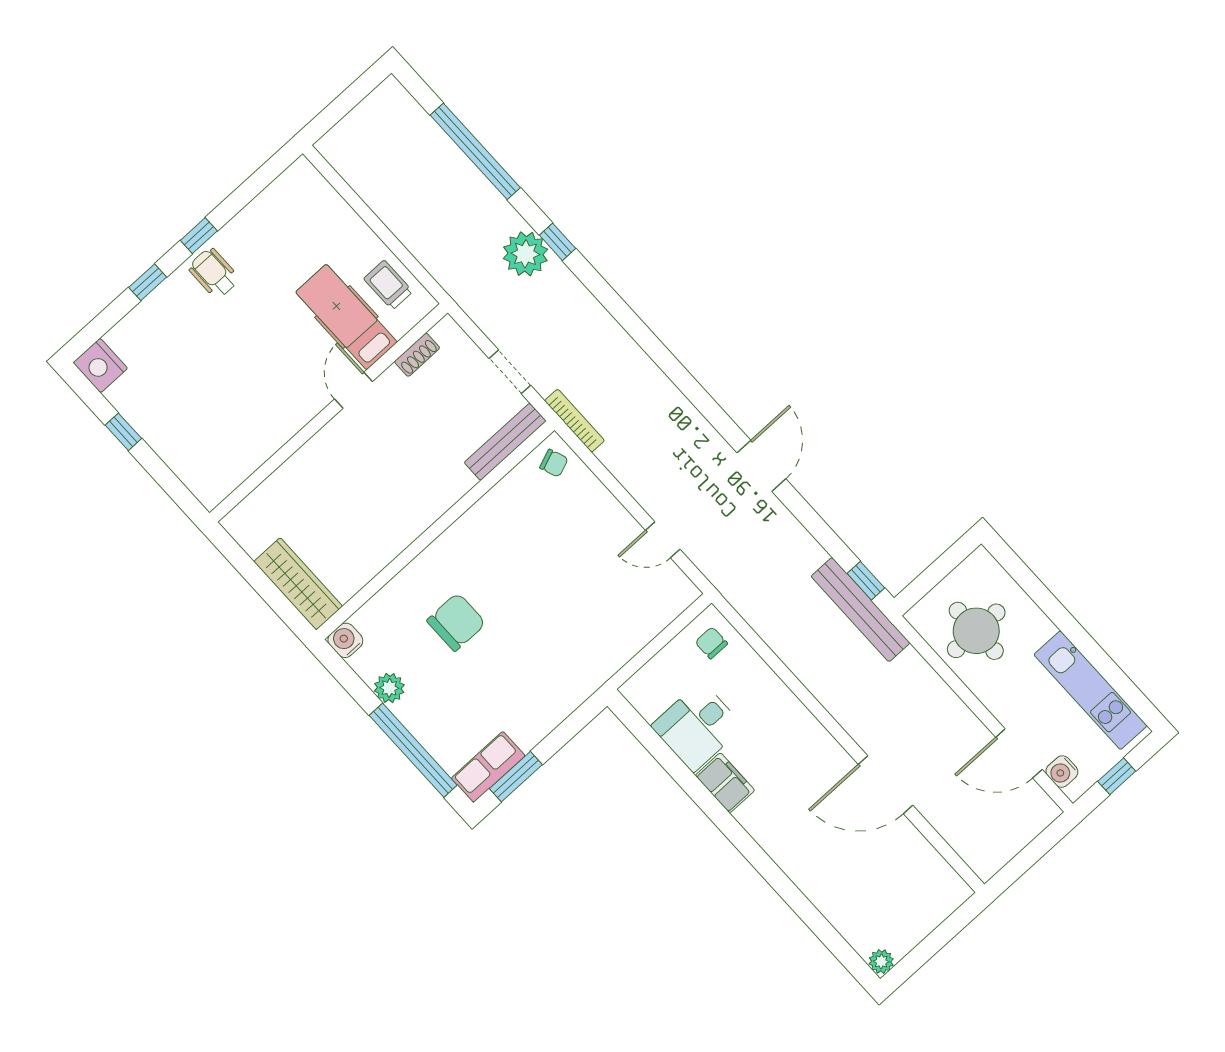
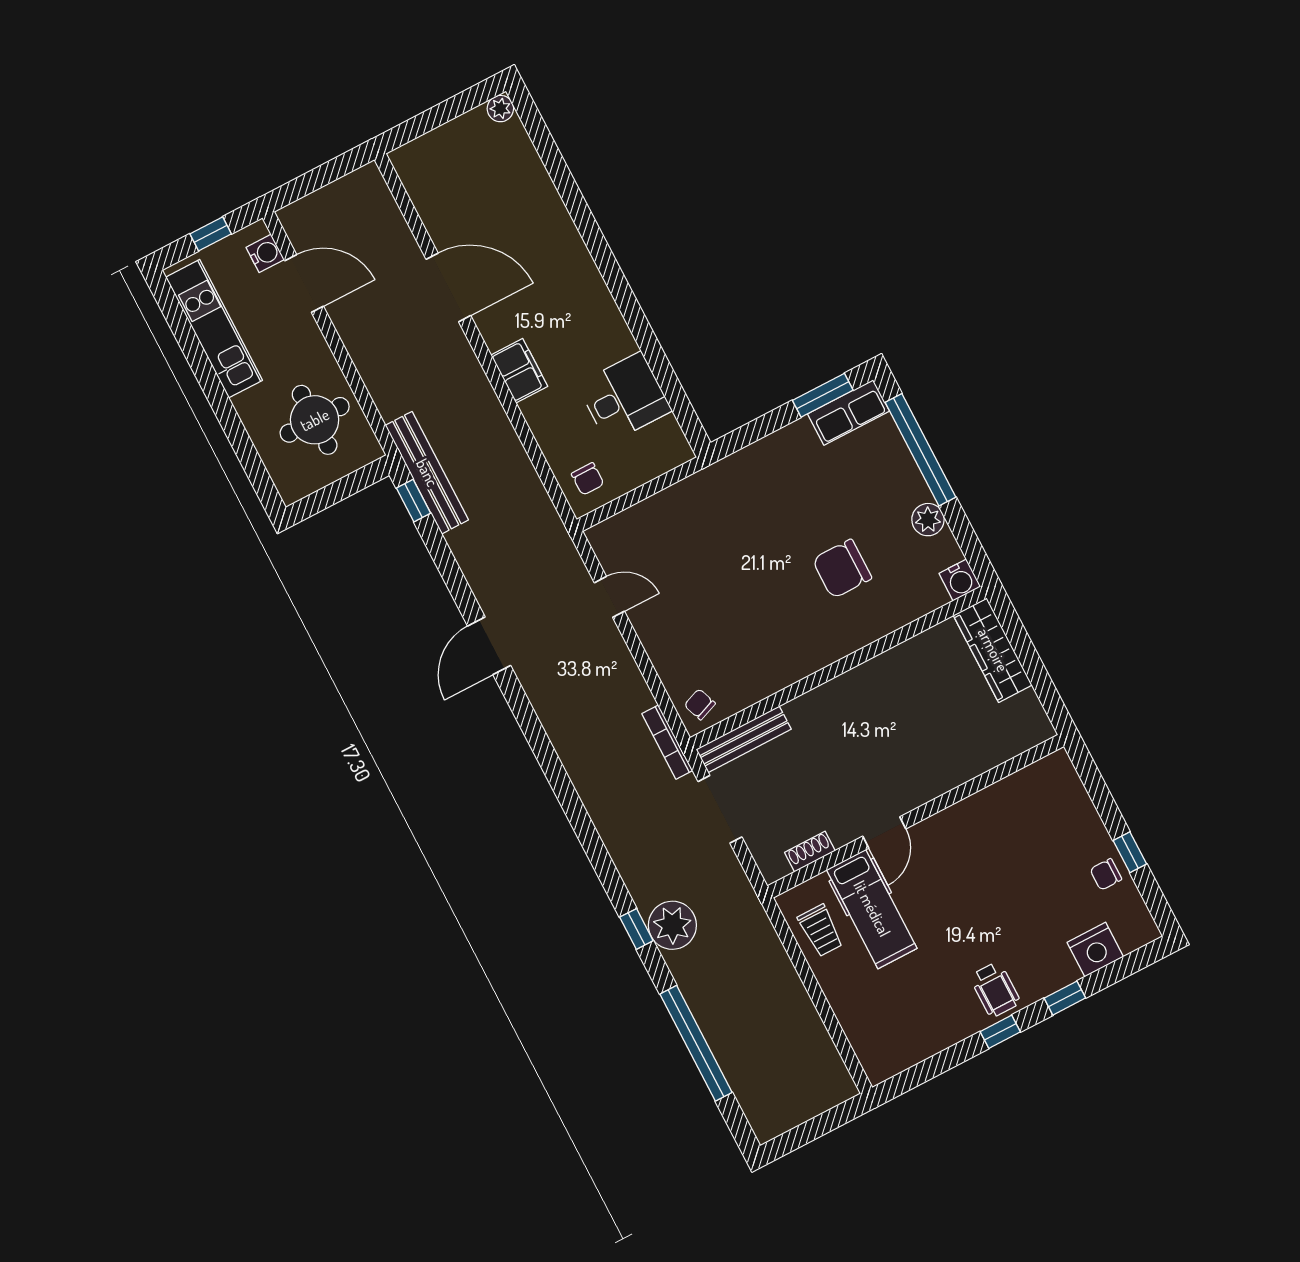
nightstand: (100, 365) -> (1095, 950), moved, turned 90
doorway: (510, 372) -> (720, 809), width x1.38
chair: (140, 406) -> (1106, 874), added
filing cabinet: (725, 783) -> (519, 371), moved, turned 180

